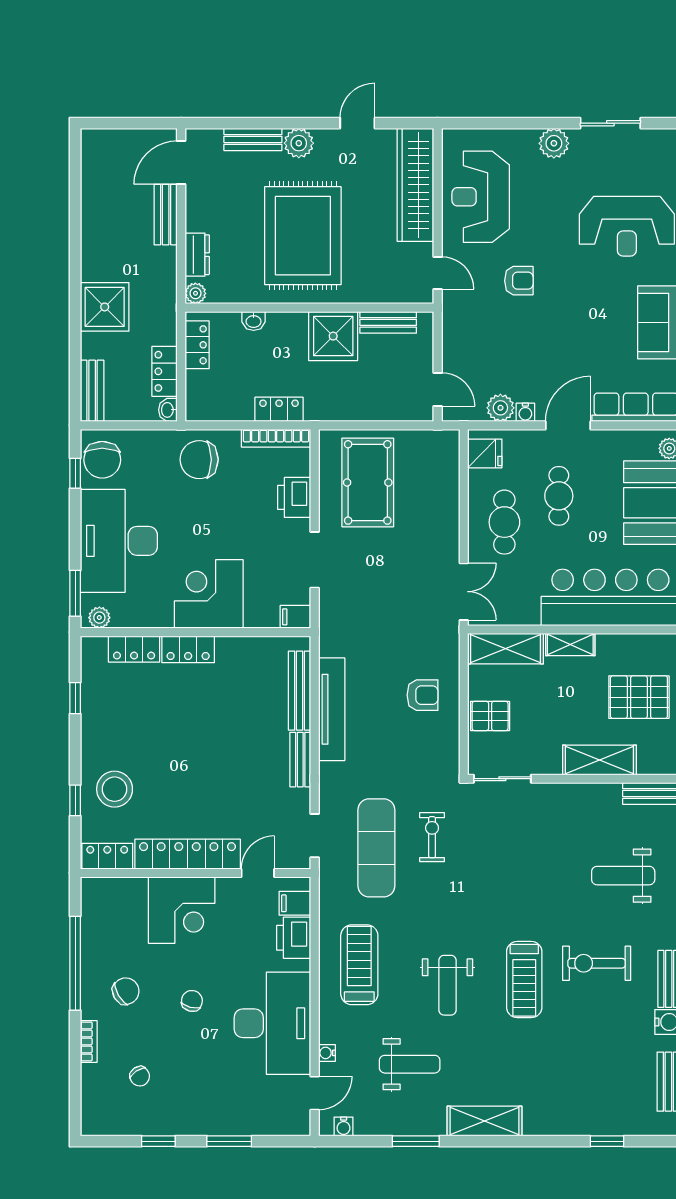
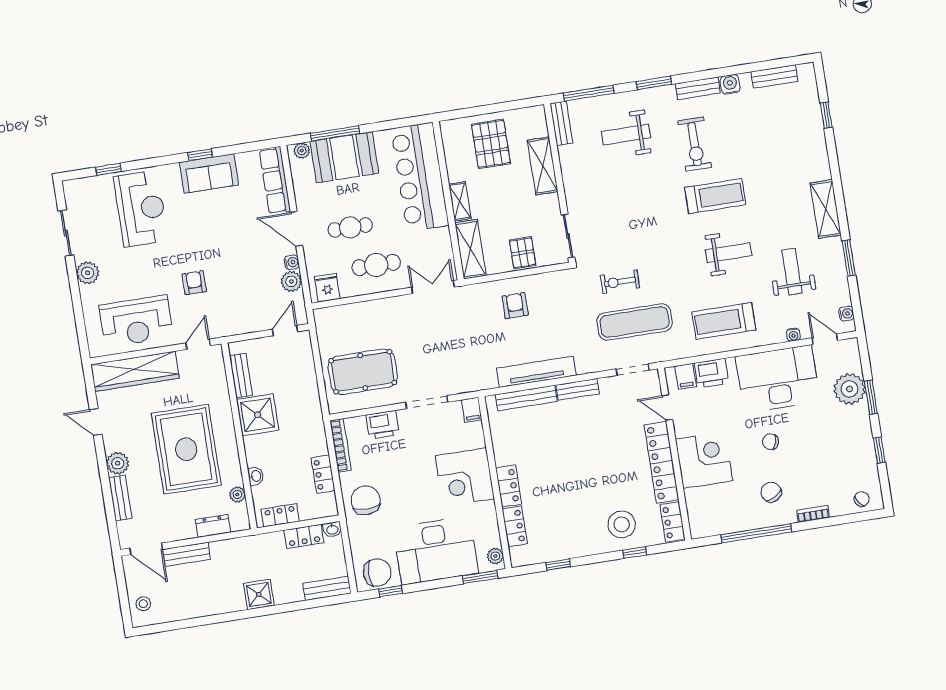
stool: (110, 148) -> (143, 604), added
rug: (303, 236) -> (186, 449), turned 90
plant: (195, 293) -> (237, 495), moved
shower: (105, 307) -> (259, 594), width x0.73, depth x0.73
locker: (279, 409) -> (323, 474), moved
chair: (199, 460) -> (366, 500), turned 180
weight bench: (623, 876) -> (626, 135), turned 90
chair: (140, 1076) -> (862, 499), moved
plant: (244, 1115) -> (850, 389), added

